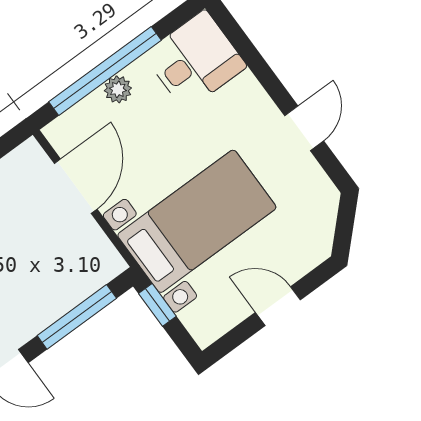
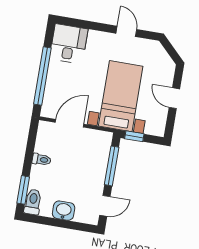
plant: (118, 89) -> (53, 78), removed
door: (76, 186) -> (70, 123), hinge flipped
door: (278, 306) -> (174, 98), hinge flipped

